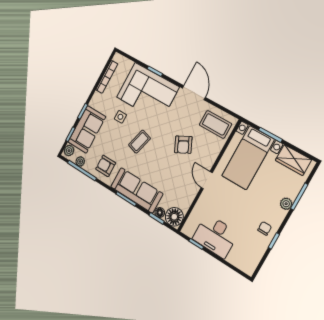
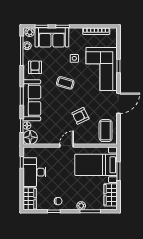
wardrobe: (242, 261) -> (30, 199), added

